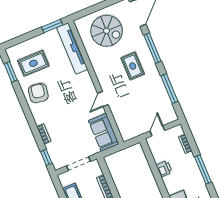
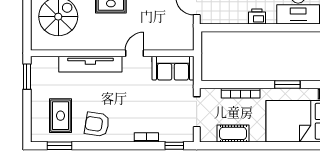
tv unit: (72, 48) -> (90, 64), moved
door: (103, 99) -> (134, 53), swing flipped
printer: (164, 169) -> (257, 16), moved

